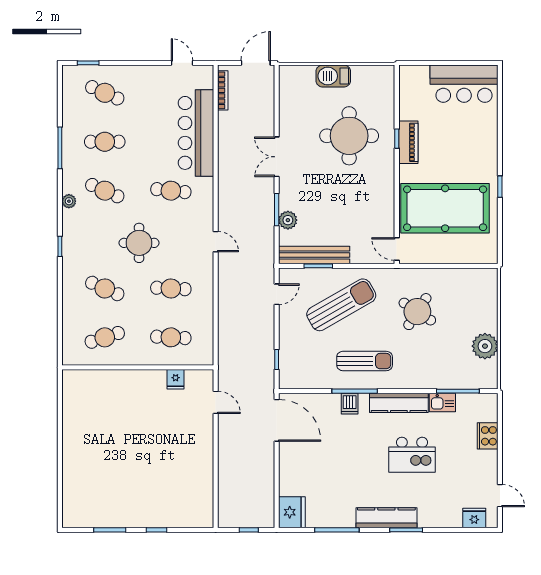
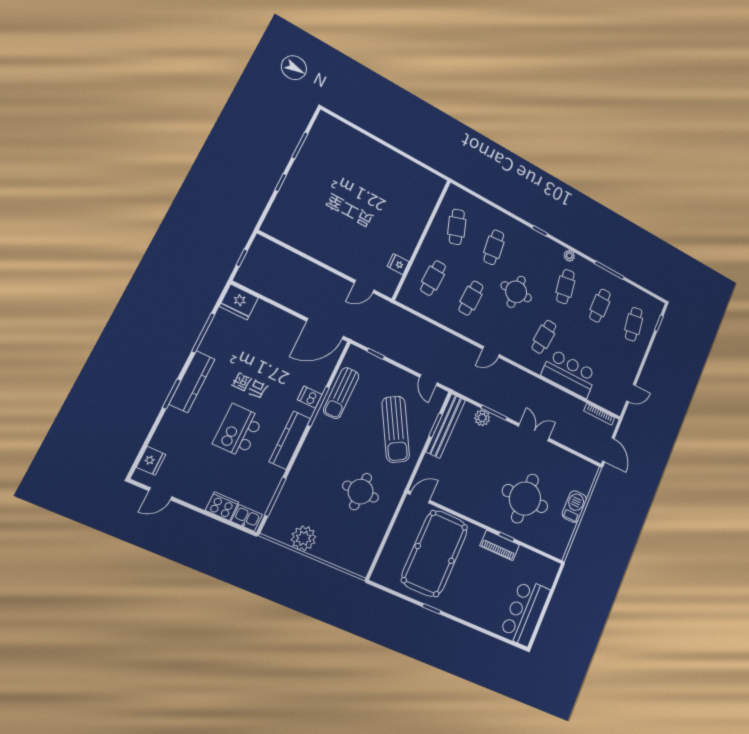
cafe table: (105, 93) -> (634, 324), turned -33
bar counter: (196, 133) -> (569, 374), width x0.73
cafe table: (105, 191) -> (565, 287), turned -33
cafe table: (105, 288) -> (494, 247), turned -30
round table: (417, 312) -> (361, 492), turned -33
sun lounger: (365, 361) -> (341, 393), moved
kitchen sink: (442, 402) -> (247, 518), moved, turned 90

